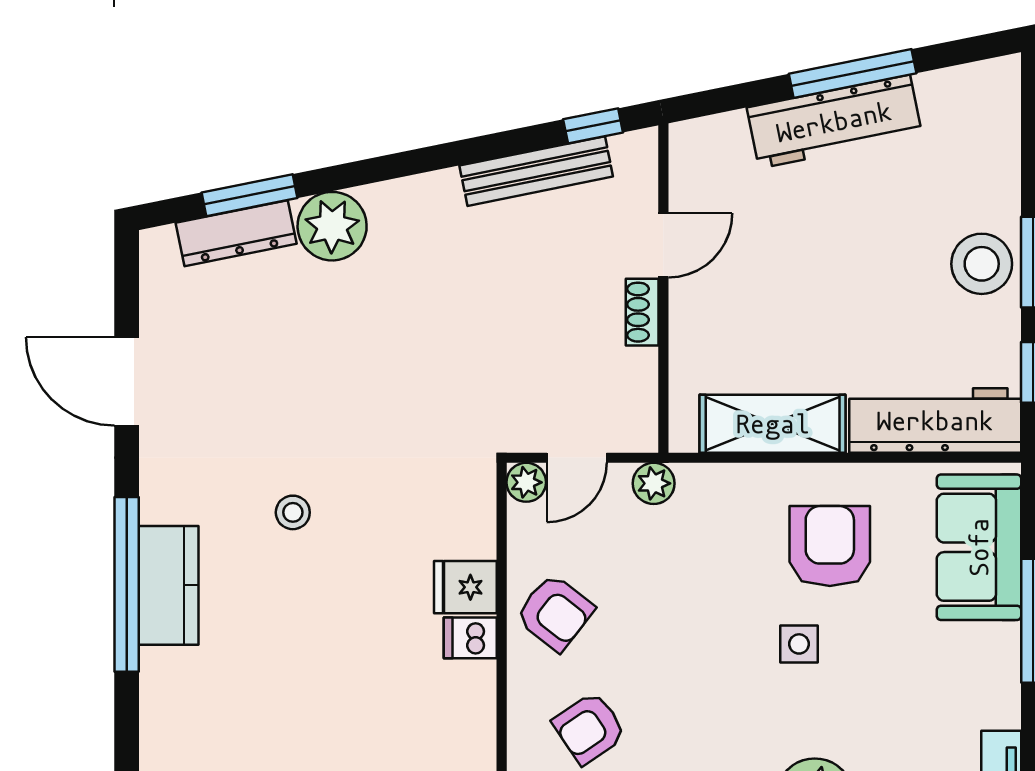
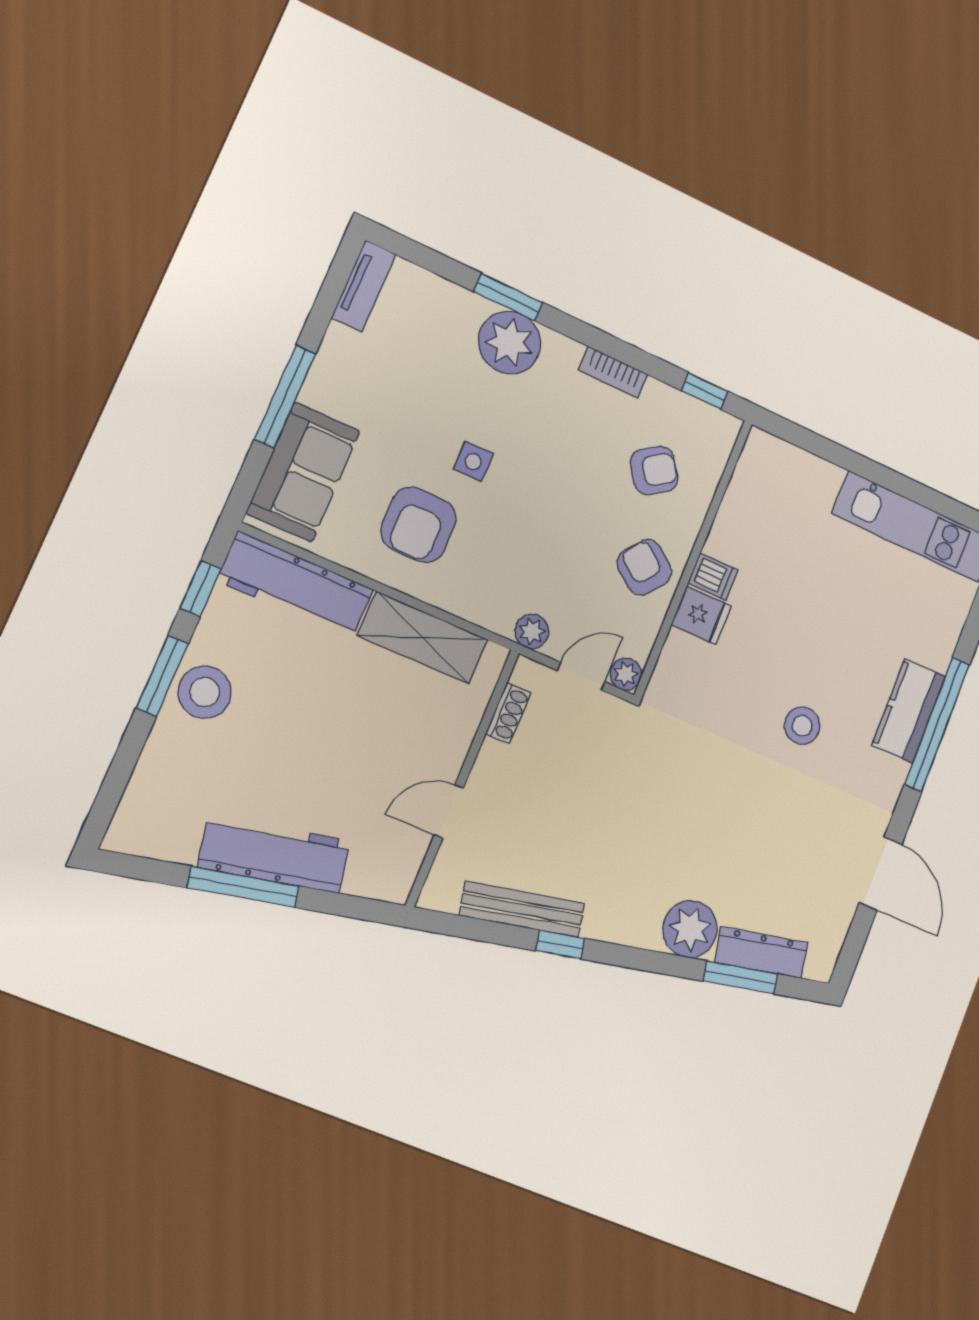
window: (593, 126) -> (560, 945), moved
shoe rack: (642, 312) -> (508, 713), moved
stool: (293, 512) -> (802, 726), width x1.37, depth x1.37

